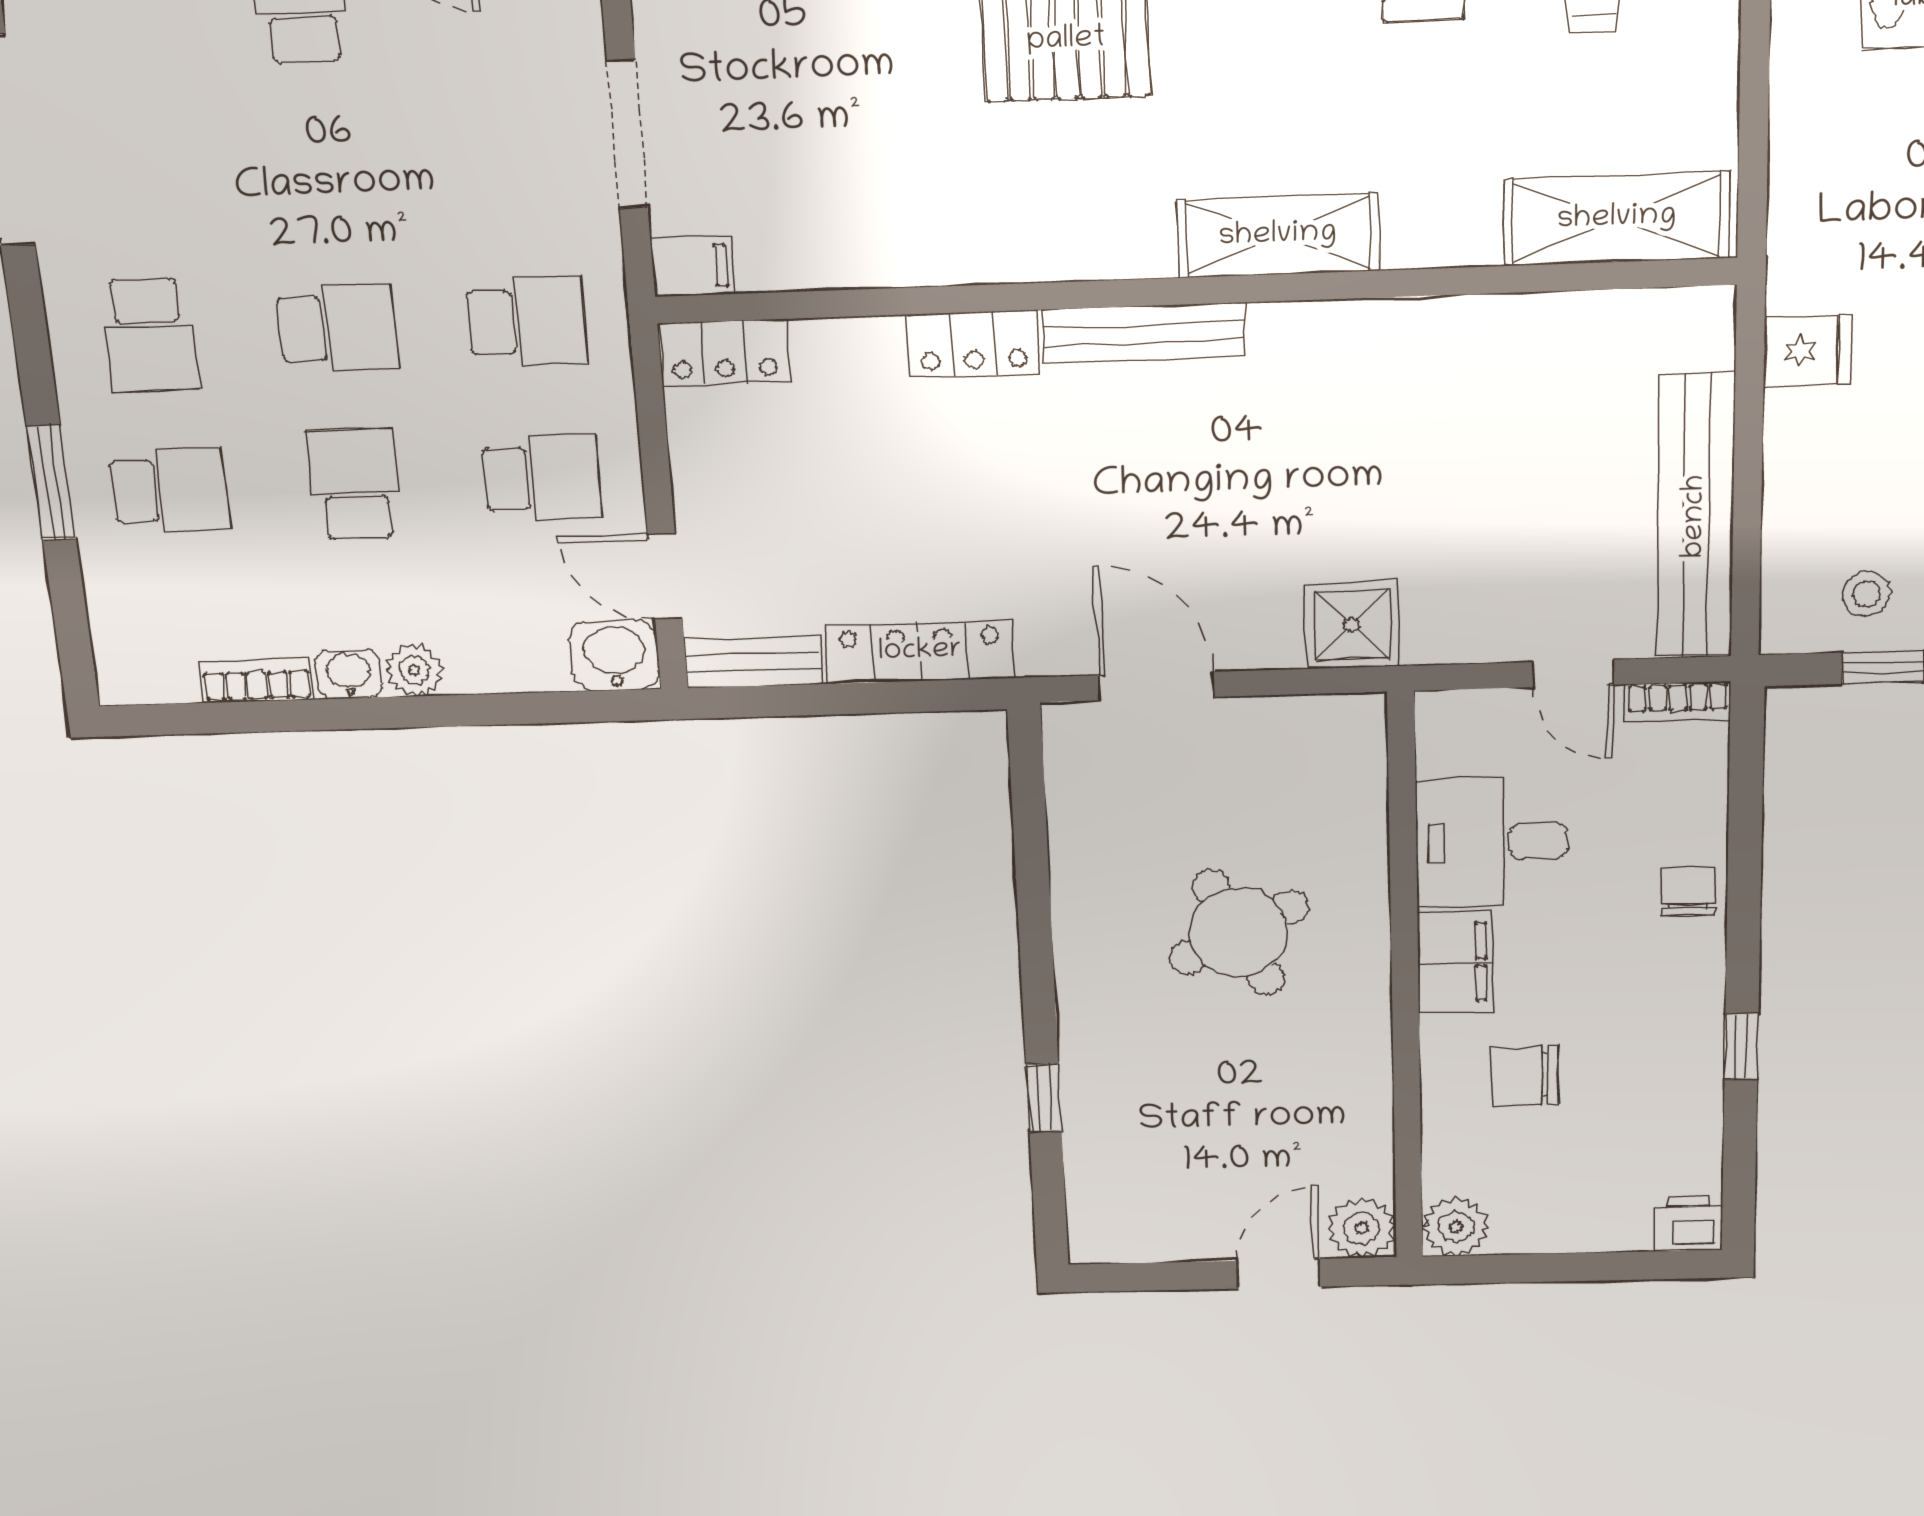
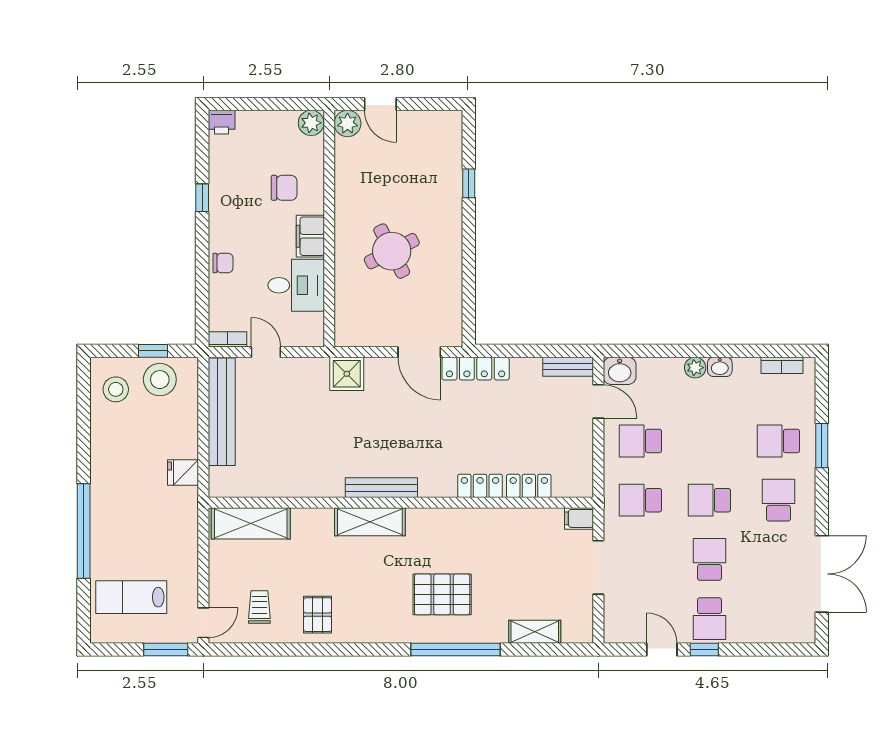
bench: (1144, 333) -> (381, 488), moved
locker: (724, 353) -> (529, 486), moved
school desk: (355, 484) -> (709, 559), moved, turned 180
stool: (1866, 594) -> (160, 380), width x1.89, depth x1.89
locker: (920, 652) -> (476, 369), moved
bookcase: (257, 680) -> (782, 365), moved
chair: (1688, 891) -> (223, 263), turned -90
door: (1279, 1274) -> (380, 104), hinge flipped

